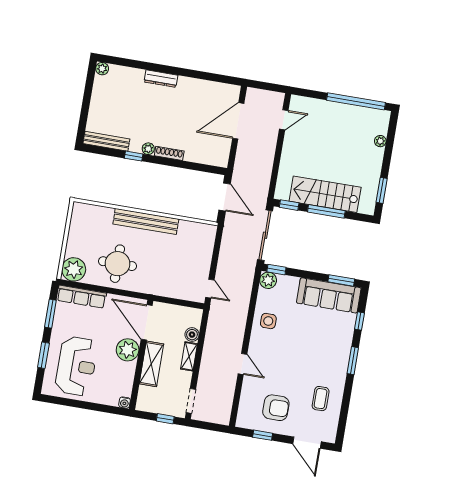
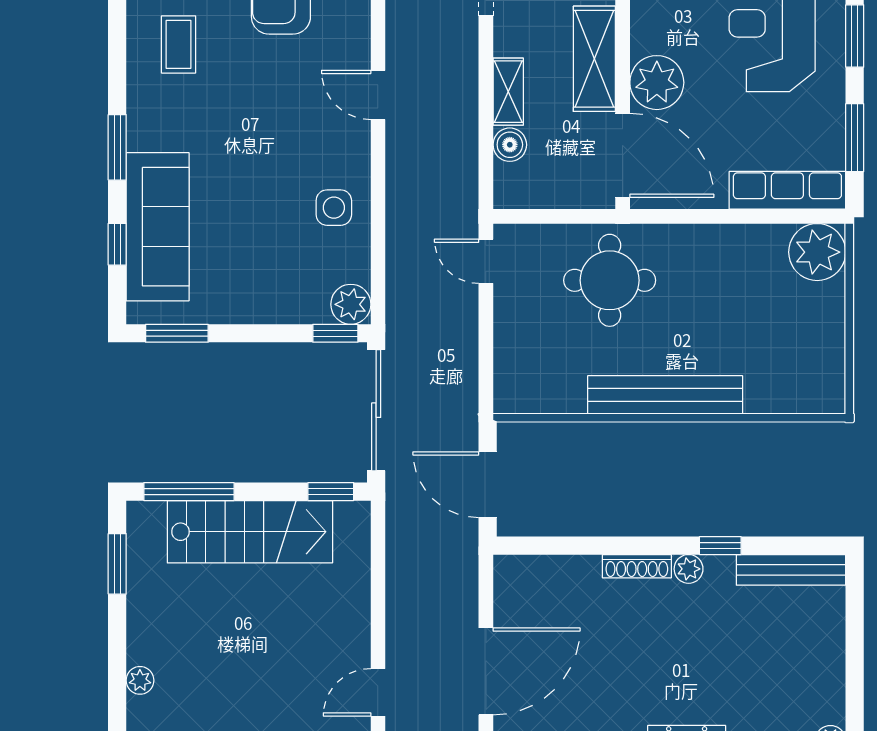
window: (326, 211) -> (189, 492), moved
round table: (117, 264) -> (610, 280), moved
sofa: (329, 295) -> (158, 227), moved, turned 90

